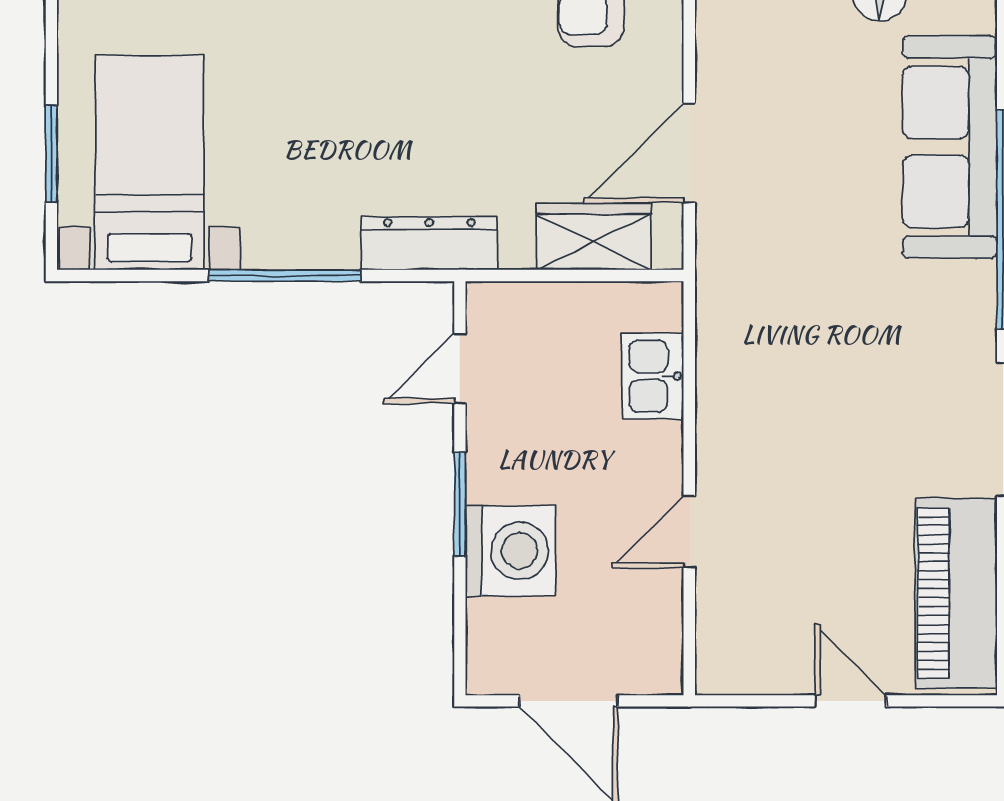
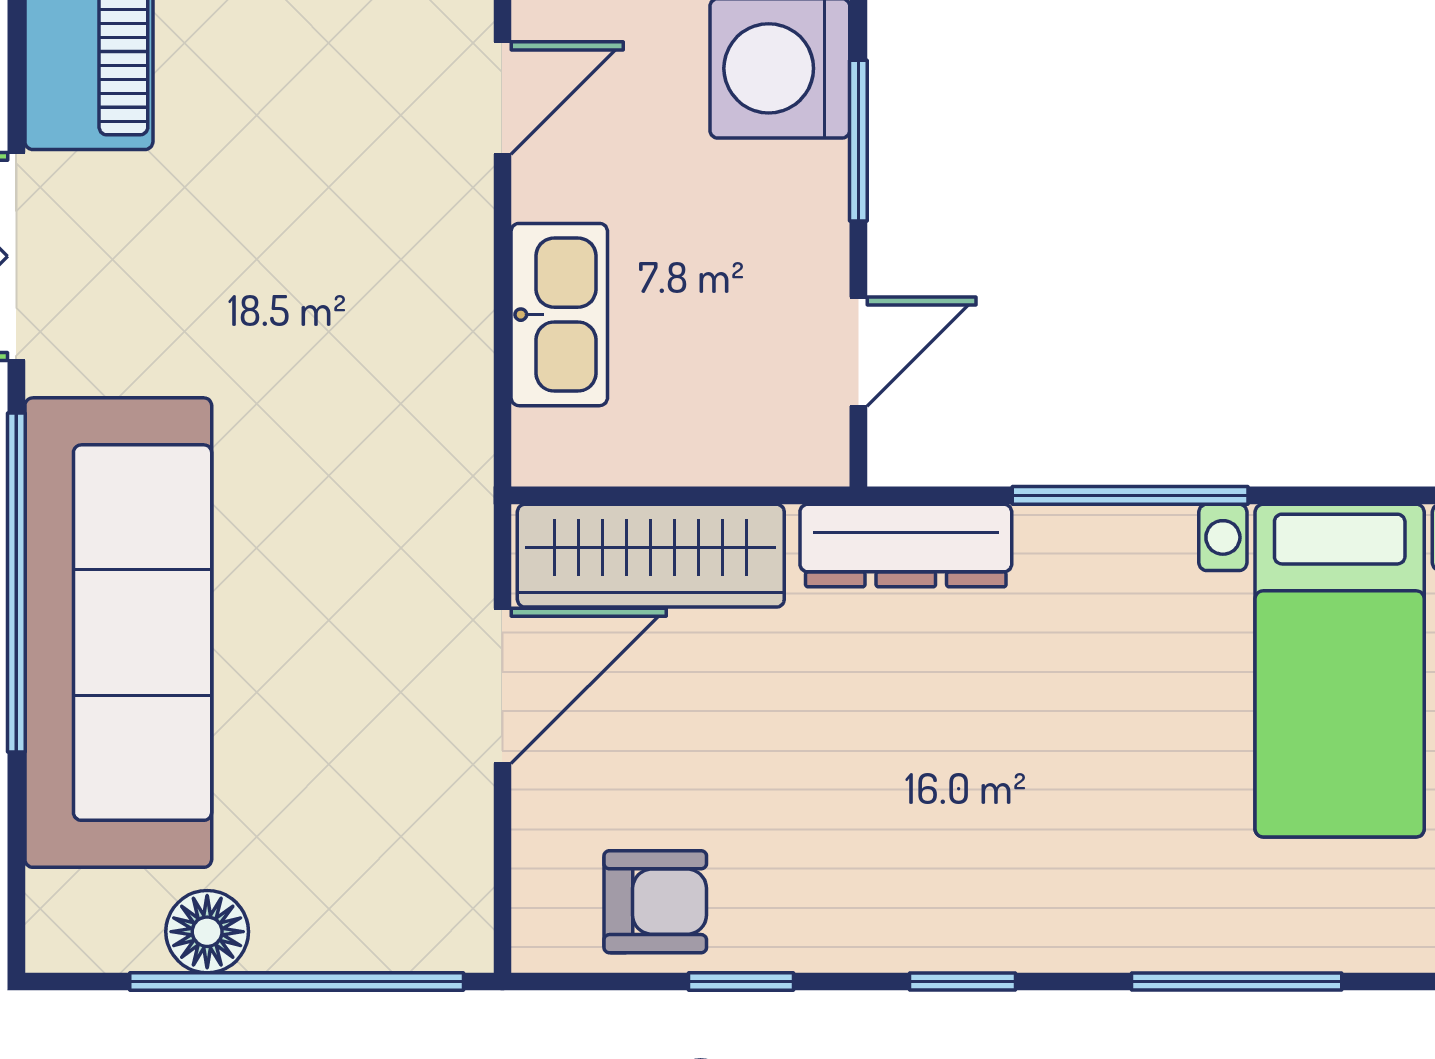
sofa: (950, 147) -> (118, 633), width x1.36, depth x1.27
wardrobe: (594, 237) -> (651, 556), width x1.50
kitchen sink: (653, 376) -> (559, 315), width x1.38

